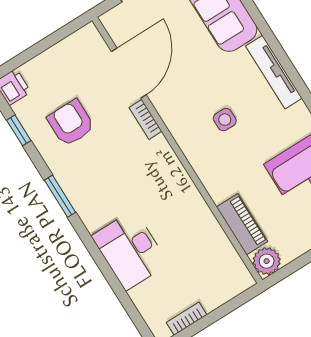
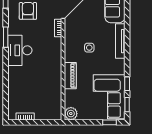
piano: (242, 224) -> (70, 76), moved
desk: (130, 250) -> (20, 50), moved

